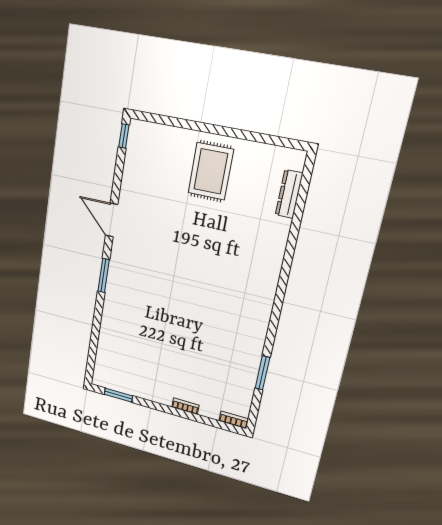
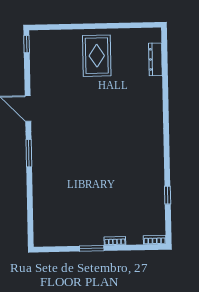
window: (262, 373) -> (168, 195), width x0.67
window: (118, 395) -> (92, 248), moved

